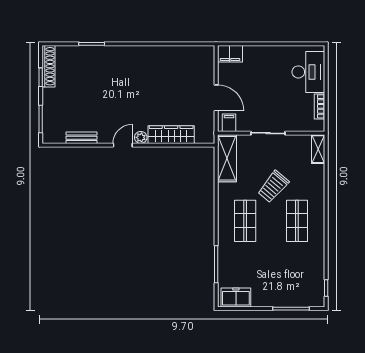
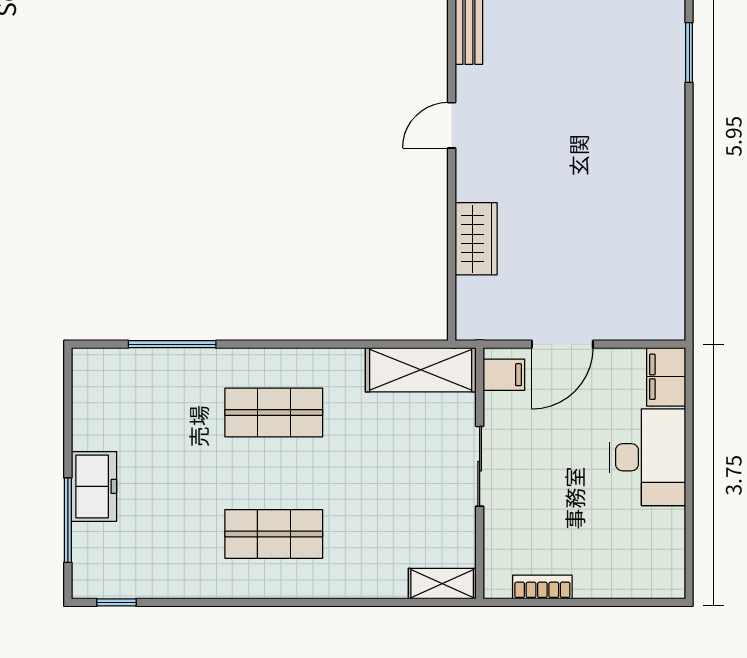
desk: (308, 72) -> (647, 457), moved, turned -90
wardrobe: (171, 135) -> (476, 239), width x0.67
plant: (141, 137) -> (470, 167), removed
door: (123, 145) -> (452, 125), swing flipped
trolley: (273, 187) -> (354, 478), removed
freezer: (236, 298) -> (94, 486), moved

